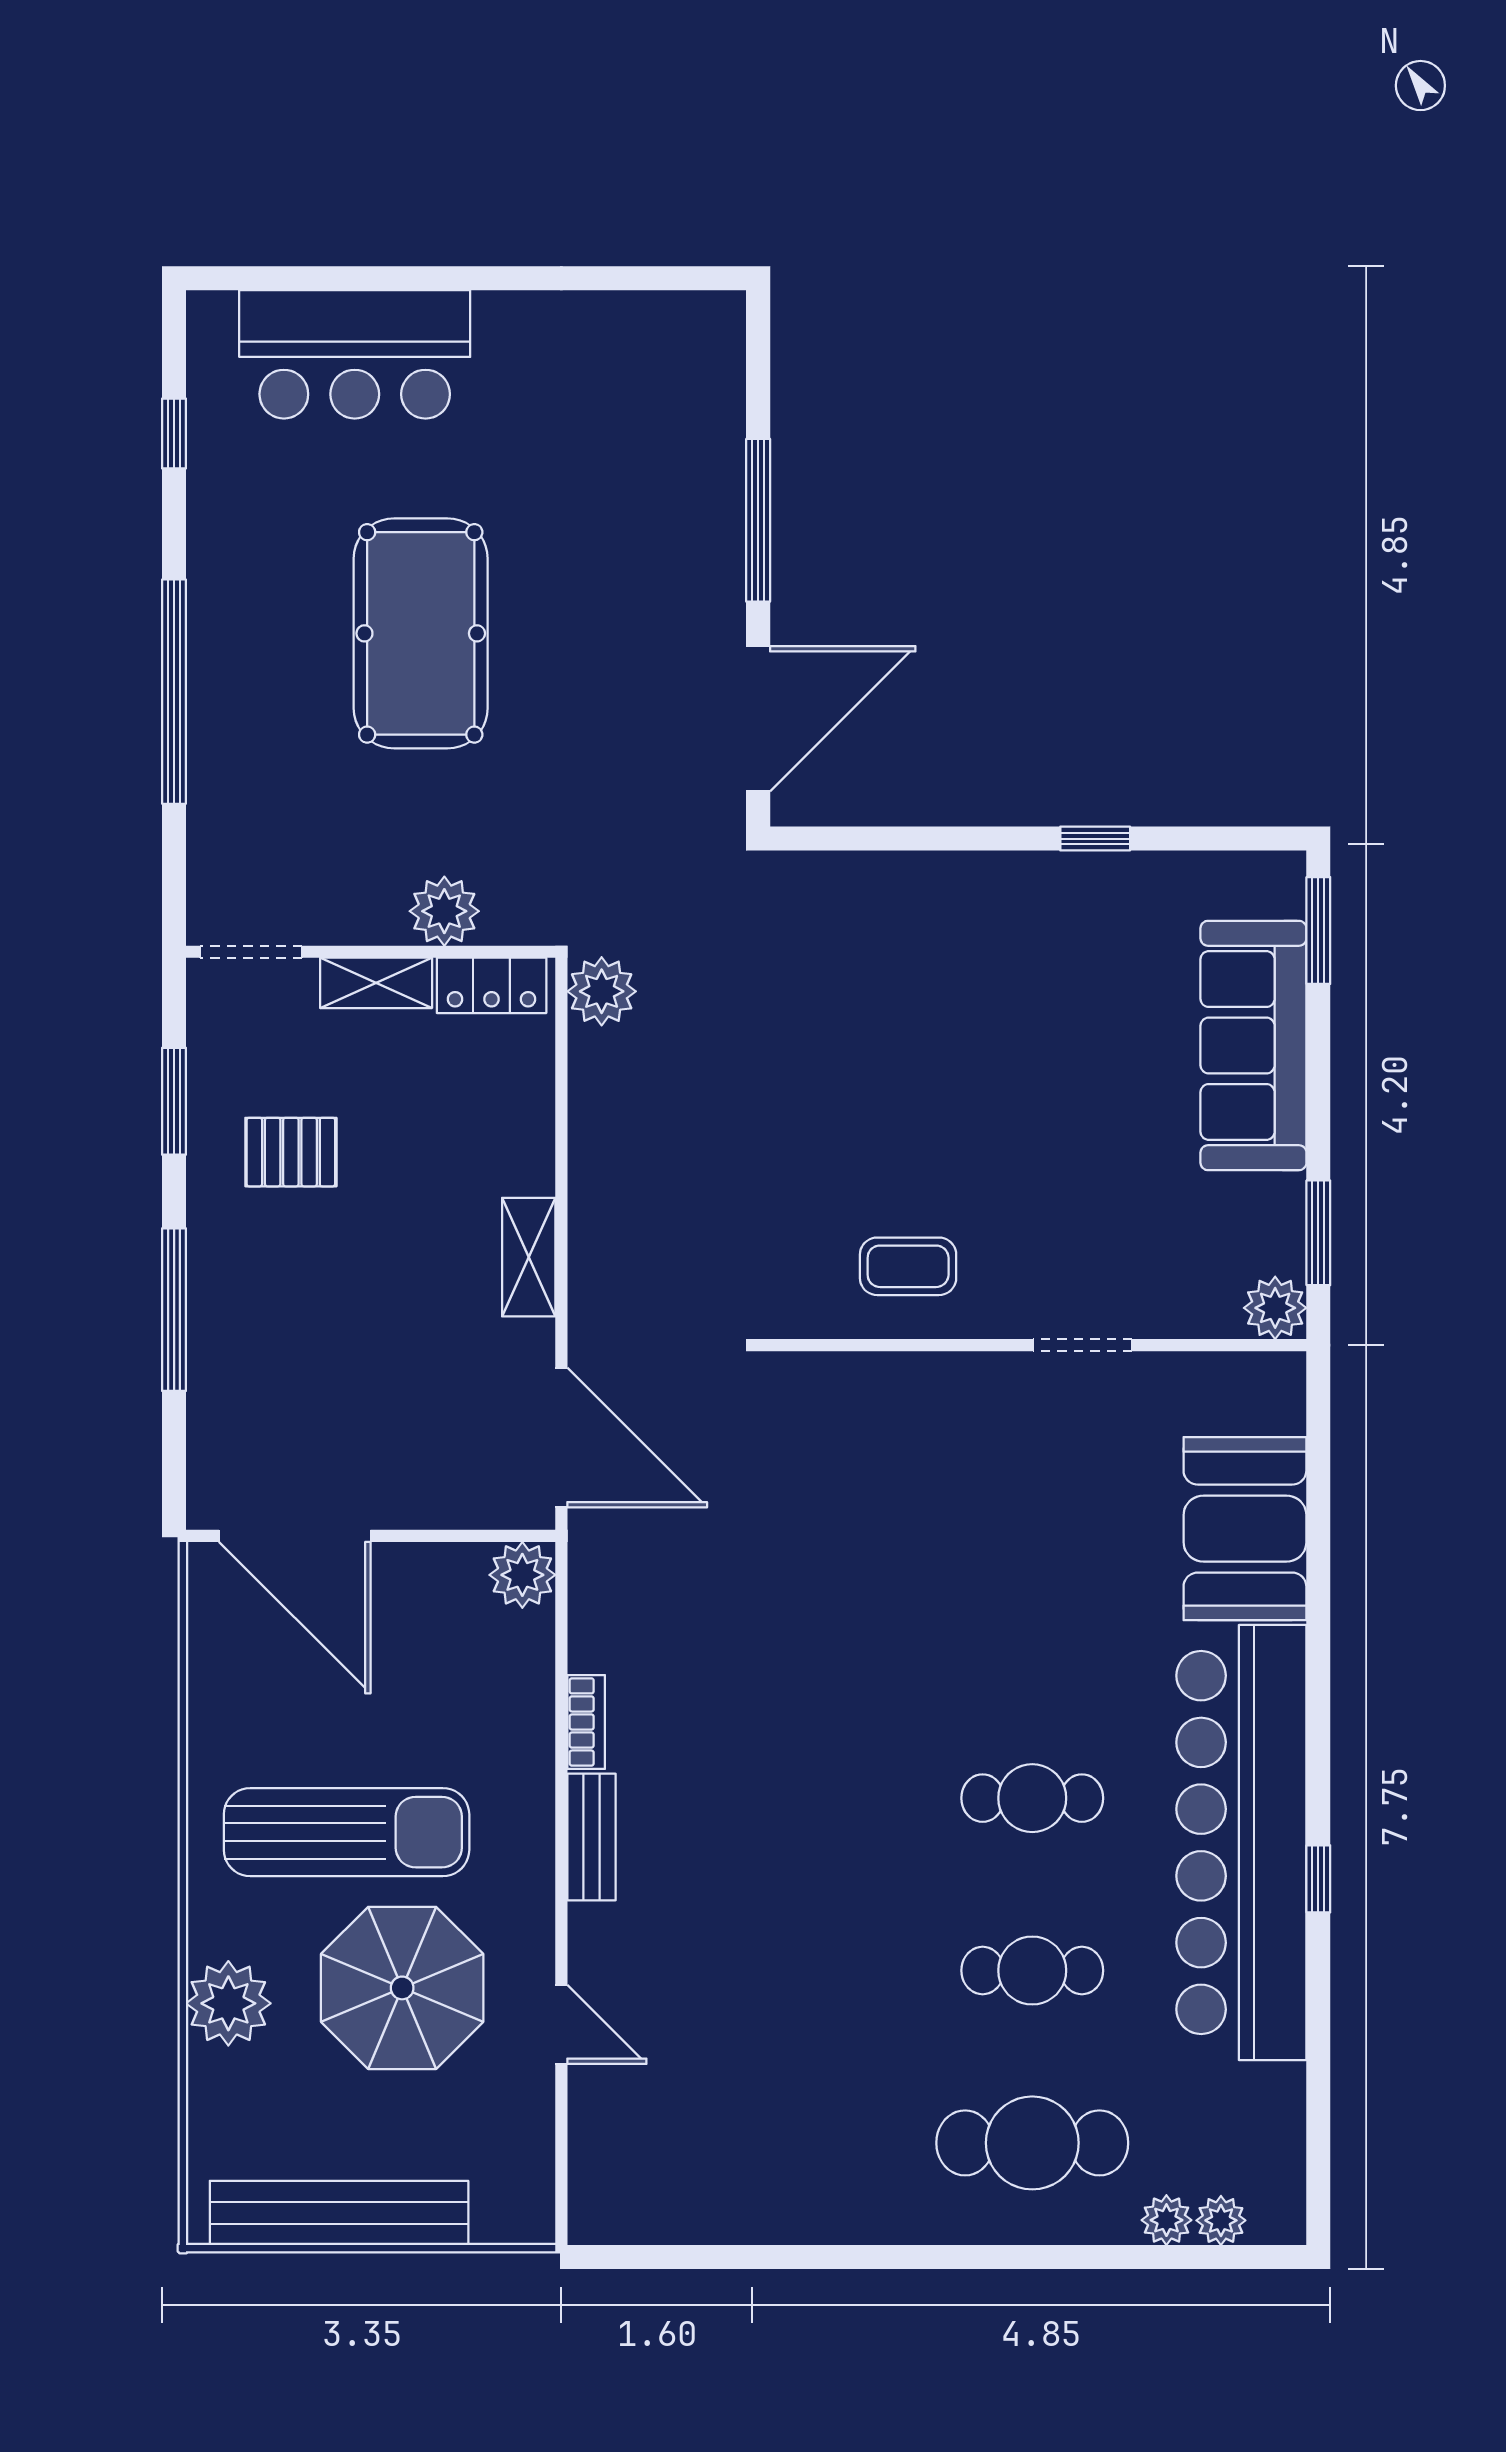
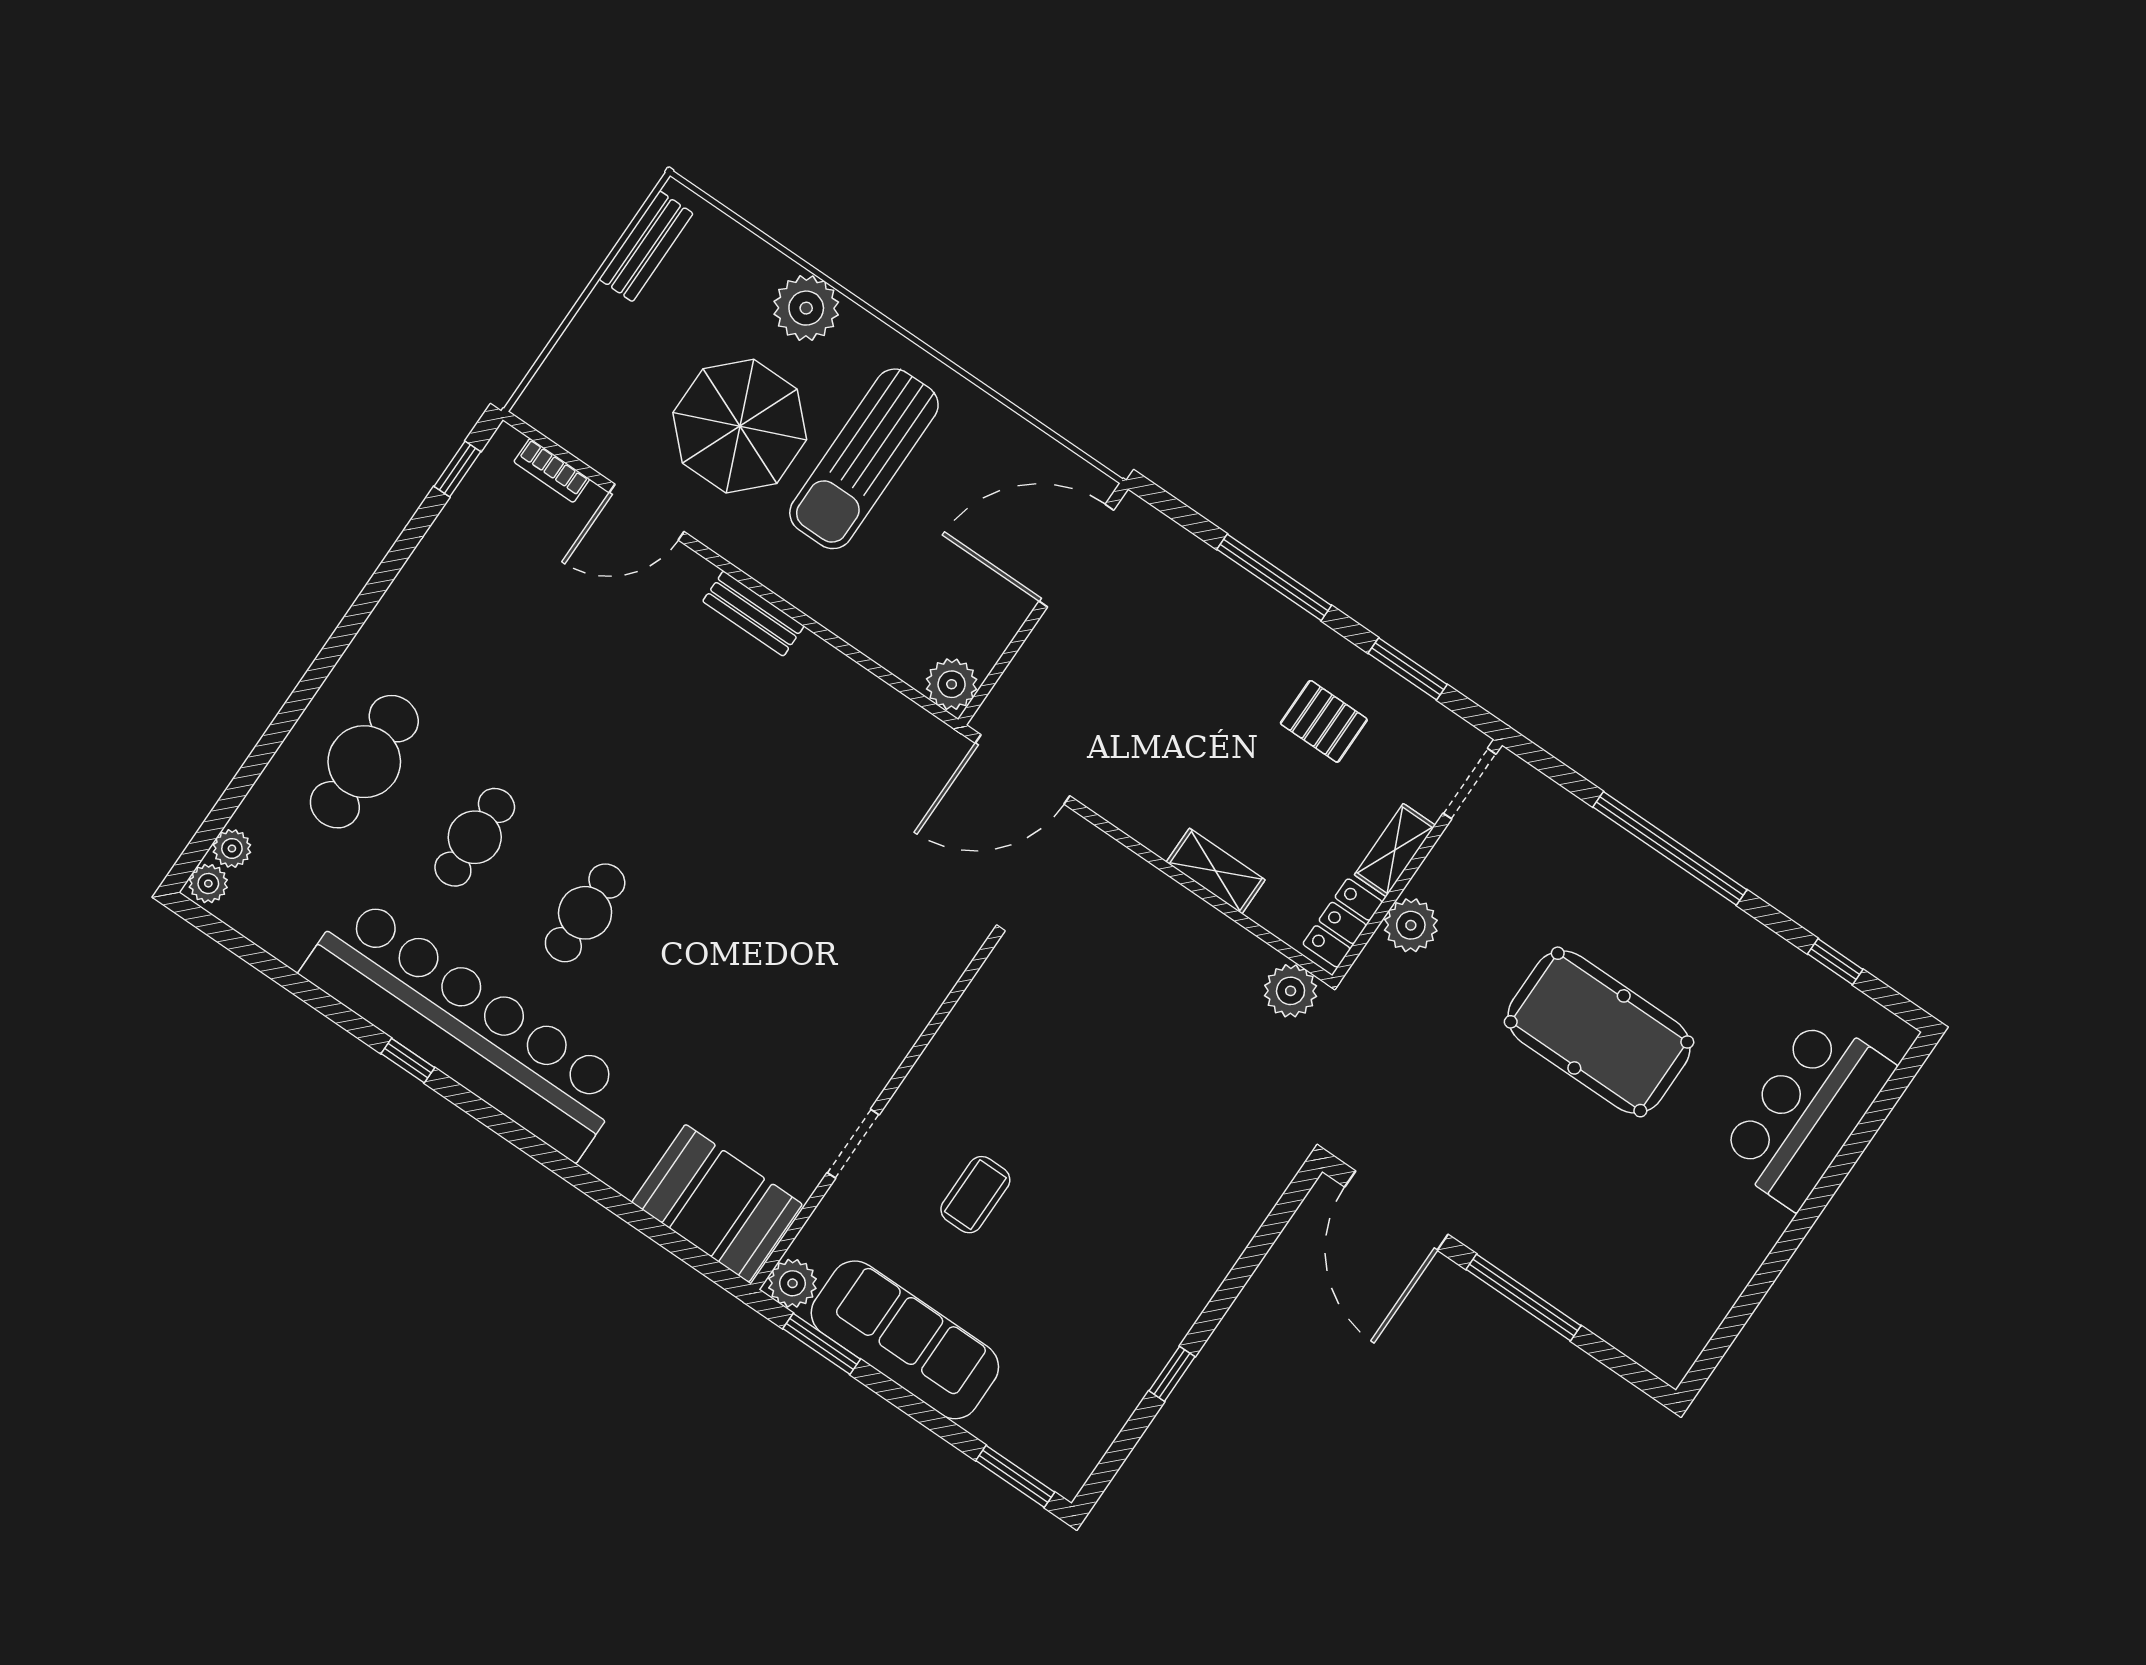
sofa: (1253, 1046) -> (905, 1340), moved
pallet: (291, 1152) -> (1324, 721), turned 90
shelving: (529, 1257) -> (1216, 871), moved
coffee table: (908, 1266) -> (975, 1195), moved
booth: (1245, 1529) -> (717, 1203), moved
bookcase: (586, 1722) -> (552, 470), moved
door: (561, 2024) -> (647, 512), width x1.38
bench: (339, 2213) -> (646, 246), width x0.54, depth x0.82
plant: (1166, 2220) -> (208, 884), moved
window: (653, 2257) -> (457, 469), added

